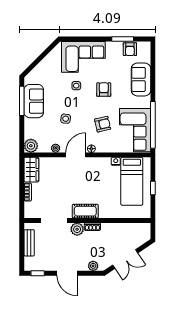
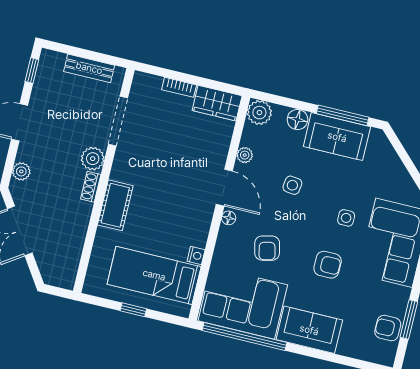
sofa: (141, 79) -> (309, 330), moved
floor lamp: (30, 124) -> (297, 120), added
cot: (85, 211) -> (115, 205), moved

